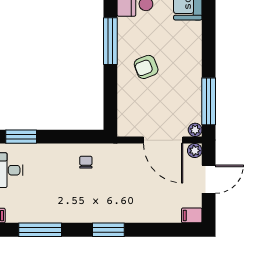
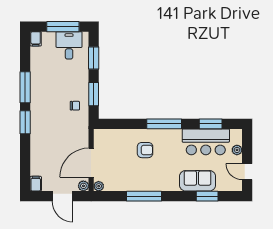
armchair: (146, 67) -> (145, 150), turned 111
window: (209, 101) -> (144, 196), moved
window: (70, 137) -> (94, 94), added
window: (40, 230) -> (25, 87), moved

